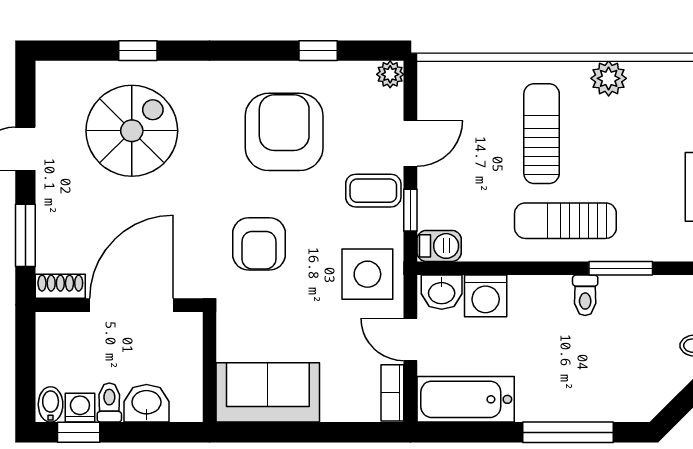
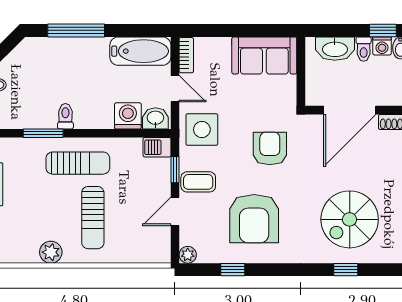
washbasin: (146, 403) -> (335, 49), width x1.38

